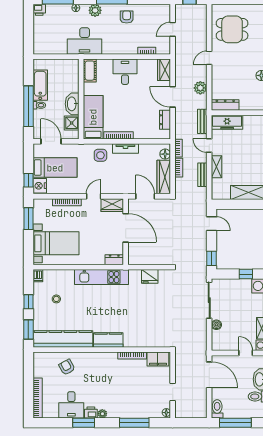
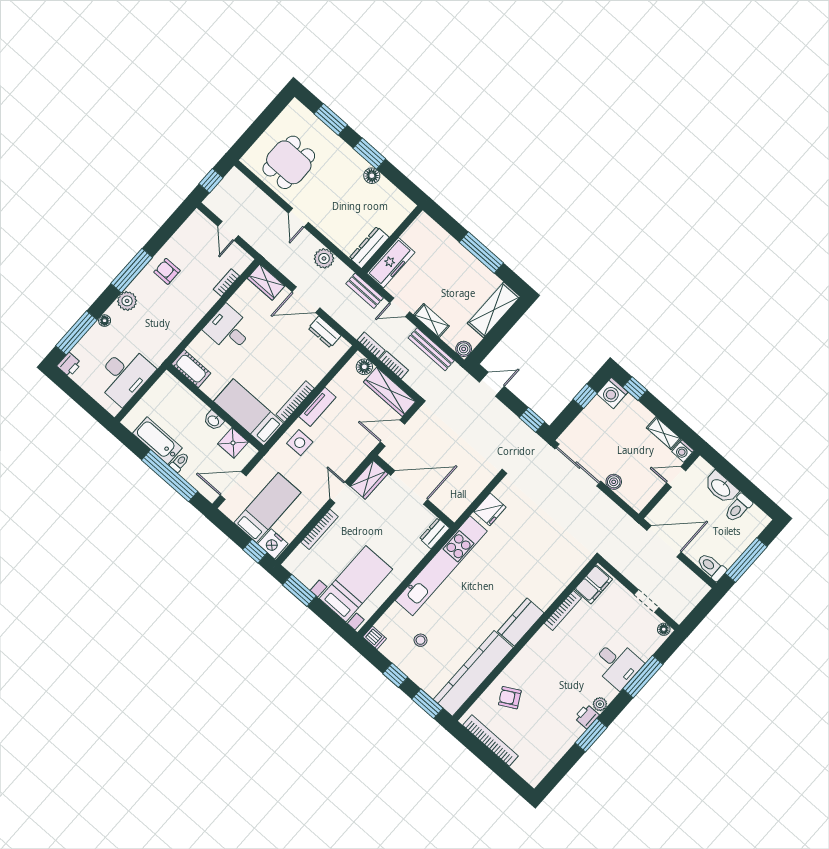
desk: (85, 41) -> (124, 375), moved
washbasin: (72, 104) -> (214, 421), width x0.52, depth x0.69
bench: (202, 175) -> (431, 349), width x1.36
boiler: (217, 195) -> (464, 349), added
kitchen unit: (101, 277) -> (441, 566), width x1.36
bookcase: (38, 398) -> (490, 741), moved
desk: (71, 405) -> (617, 664), moved

